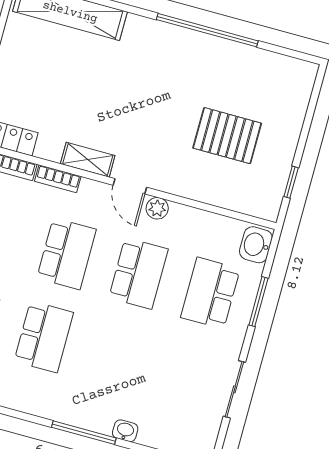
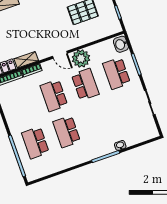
shelving: (88, 160) -> (26, 60), moved
plant: (157, 208) -> (81, 58), width x1.87, depth x1.87
school desk: (67, 254) -> (54, 95), turned 180
school desk: (44, 337) -> (67, 132), turned 180

